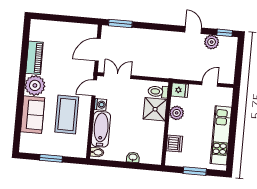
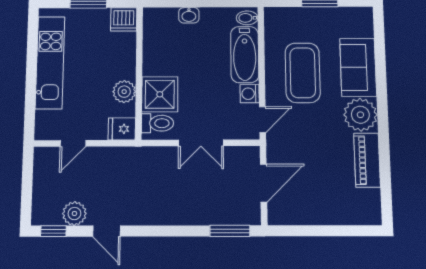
double door: (117, 76) -> (201, 143), moved
dishwasher: (174, 144) -> (124, 19), moved, turned -90

